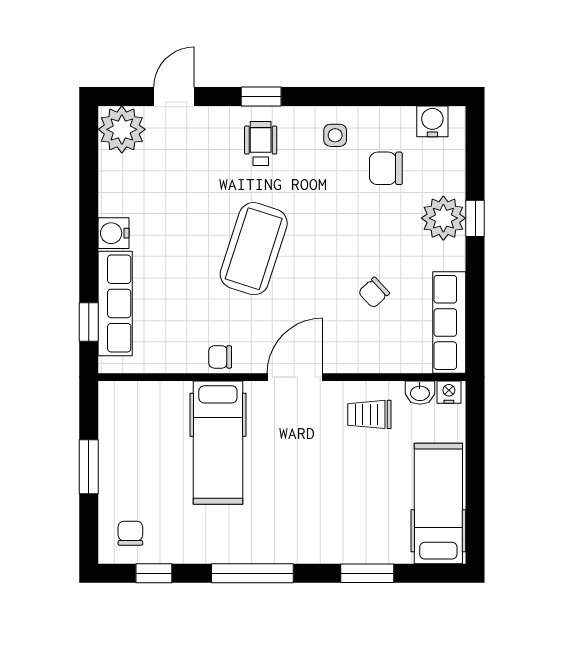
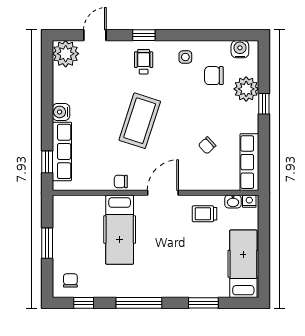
plant: (443, 218) -> (246, 89), moved

